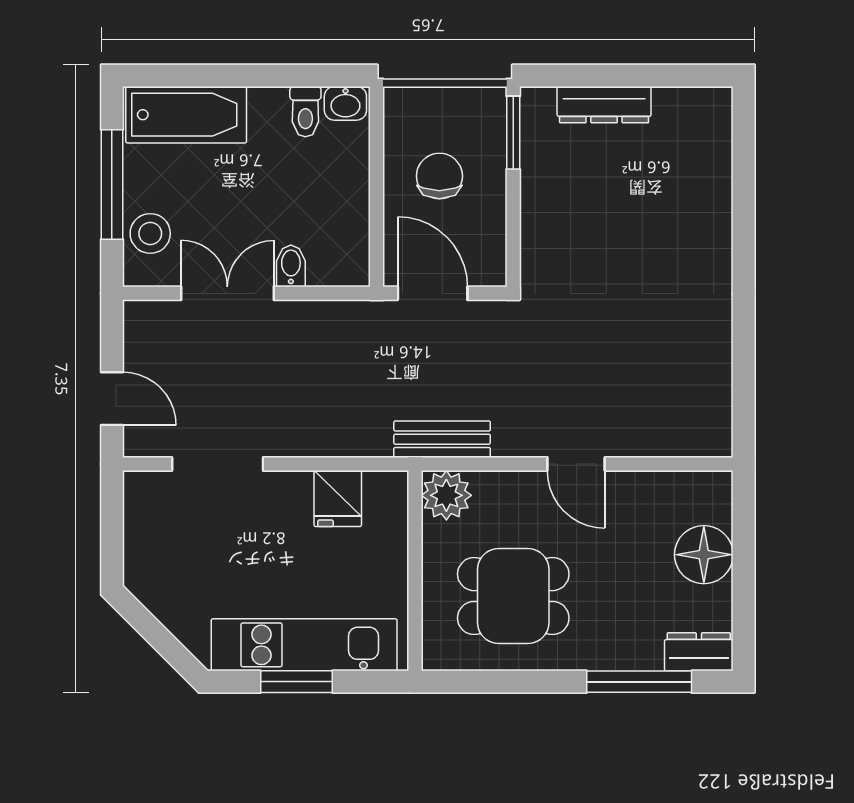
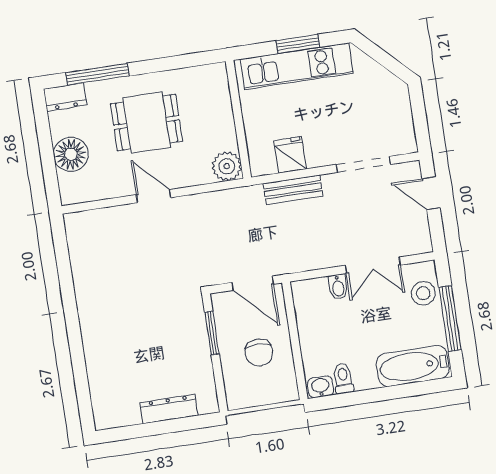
window: (513, 133) -> (212, 333), moved
bench: (442, 439) -> (293, 190), moved
dining table: (513, 596) -> (147, 123), moved

